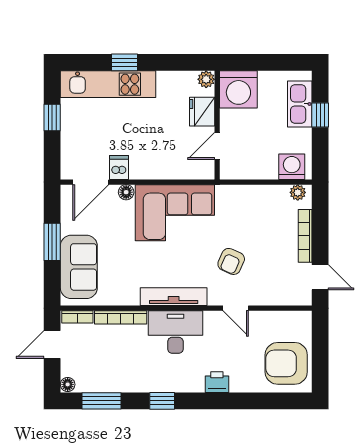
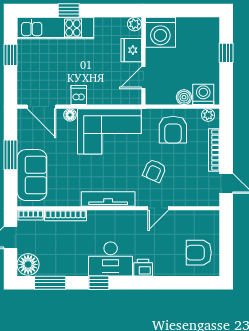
kitchen sink: (300, 104) -> (210, 44), removed
dishwasher: (119, 167) -> (79, 95), moved
boiler: (268, 170) -> (184, 97), added
door: (91, 182) -> (41, 107), hinge flipped
armchair: (254, 211) -> (173, 130), added
door: (236, 308) -> (158, 208), hinge flipped
desk: (175, 332) -> (111, 259), moved, turned 180
armchair: (286, 363) -> (199, 253), width x0.73, depth x0.73
floor lamp: (68, 384) -> (28, 264), width x1.89, depth x1.89

